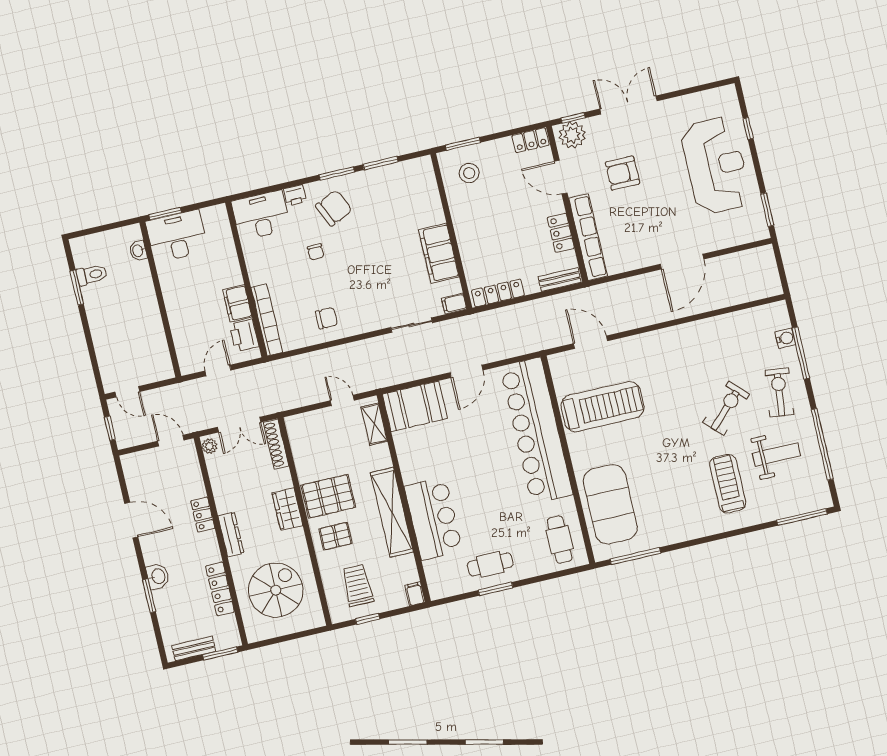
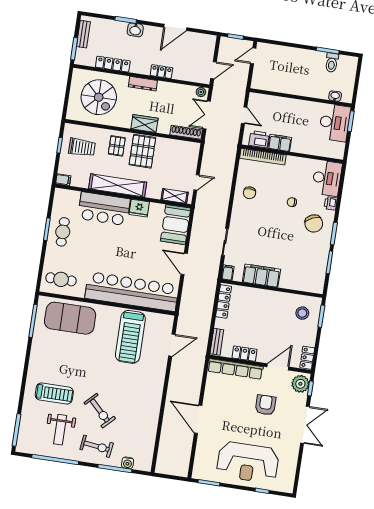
fridge: (412, 468) -> (139, 208), added

